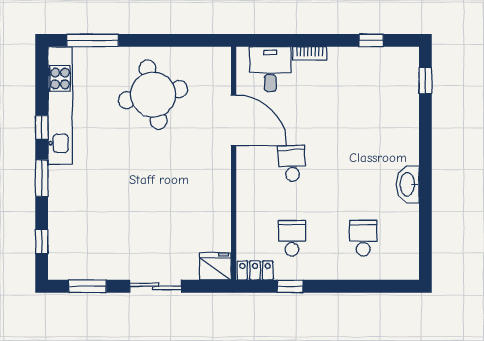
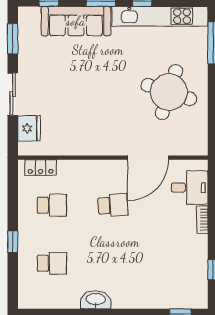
round table: (153, 95) -> (169, 92), turned 30
sofa: (66, 209) -> (76, 21), added
fridge: (215, 266) -> (29, 128), moved
locker: (255, 270) -> (41, 167), moved, turned 90
window: (290, 286) -> (13, 242), moved

